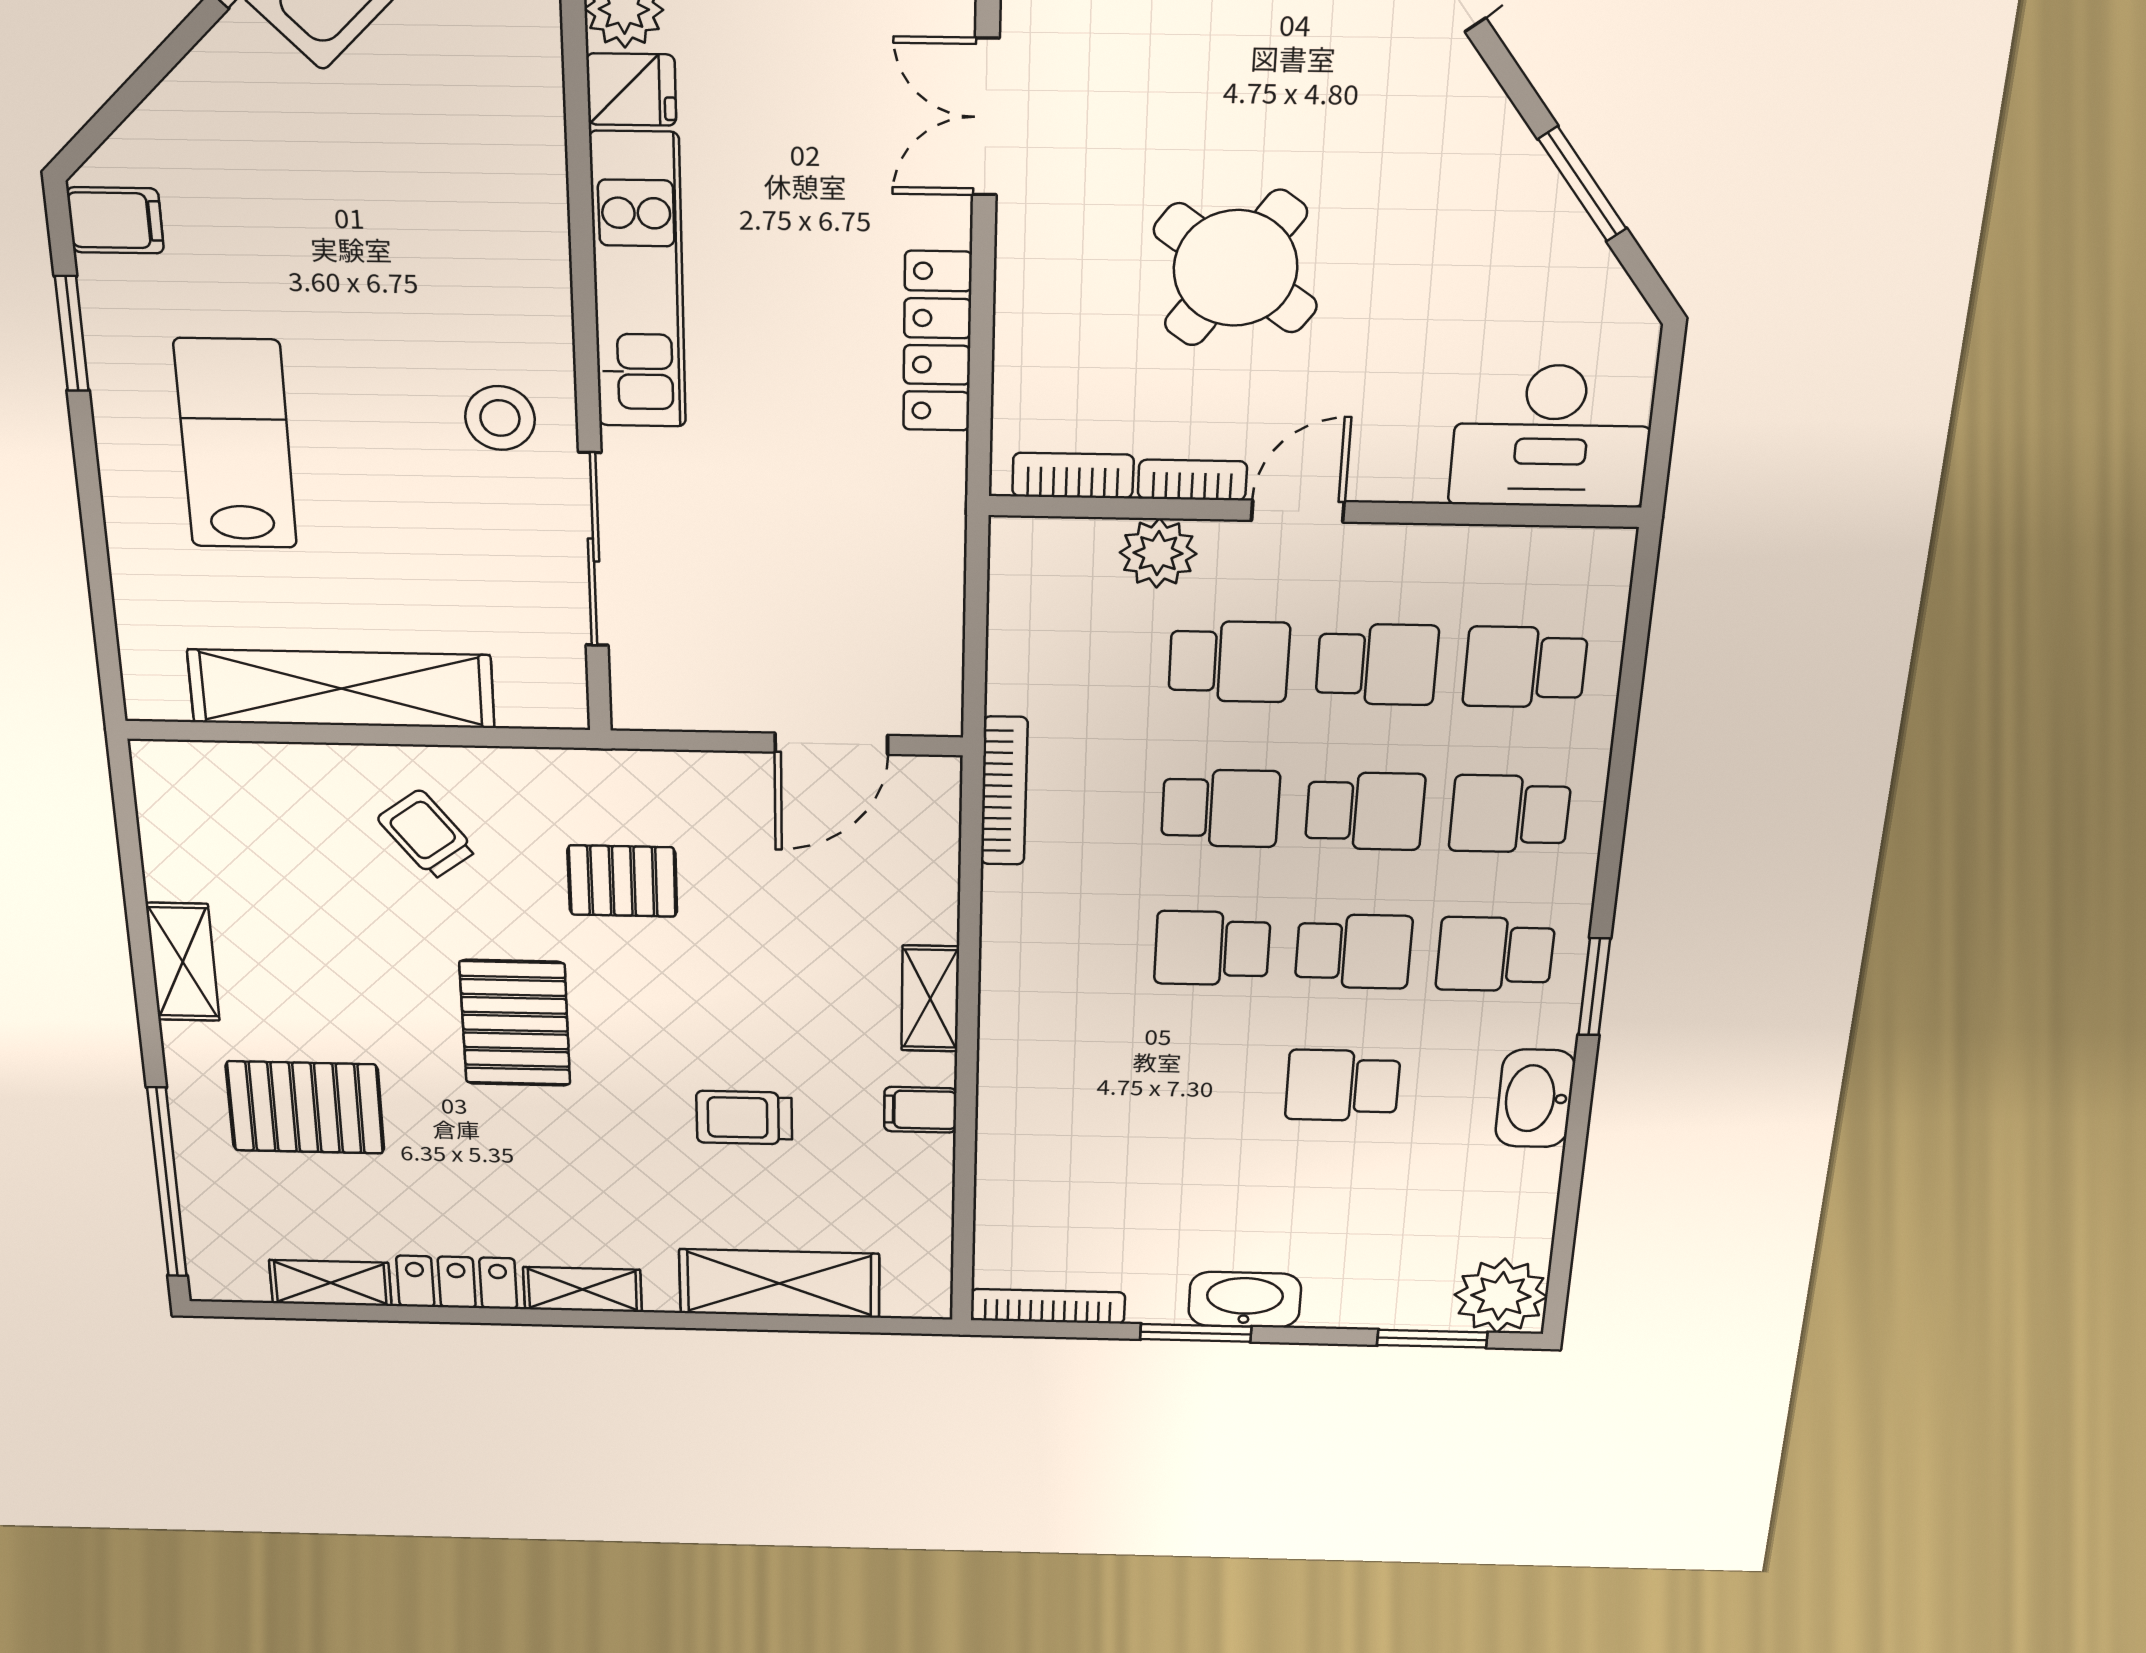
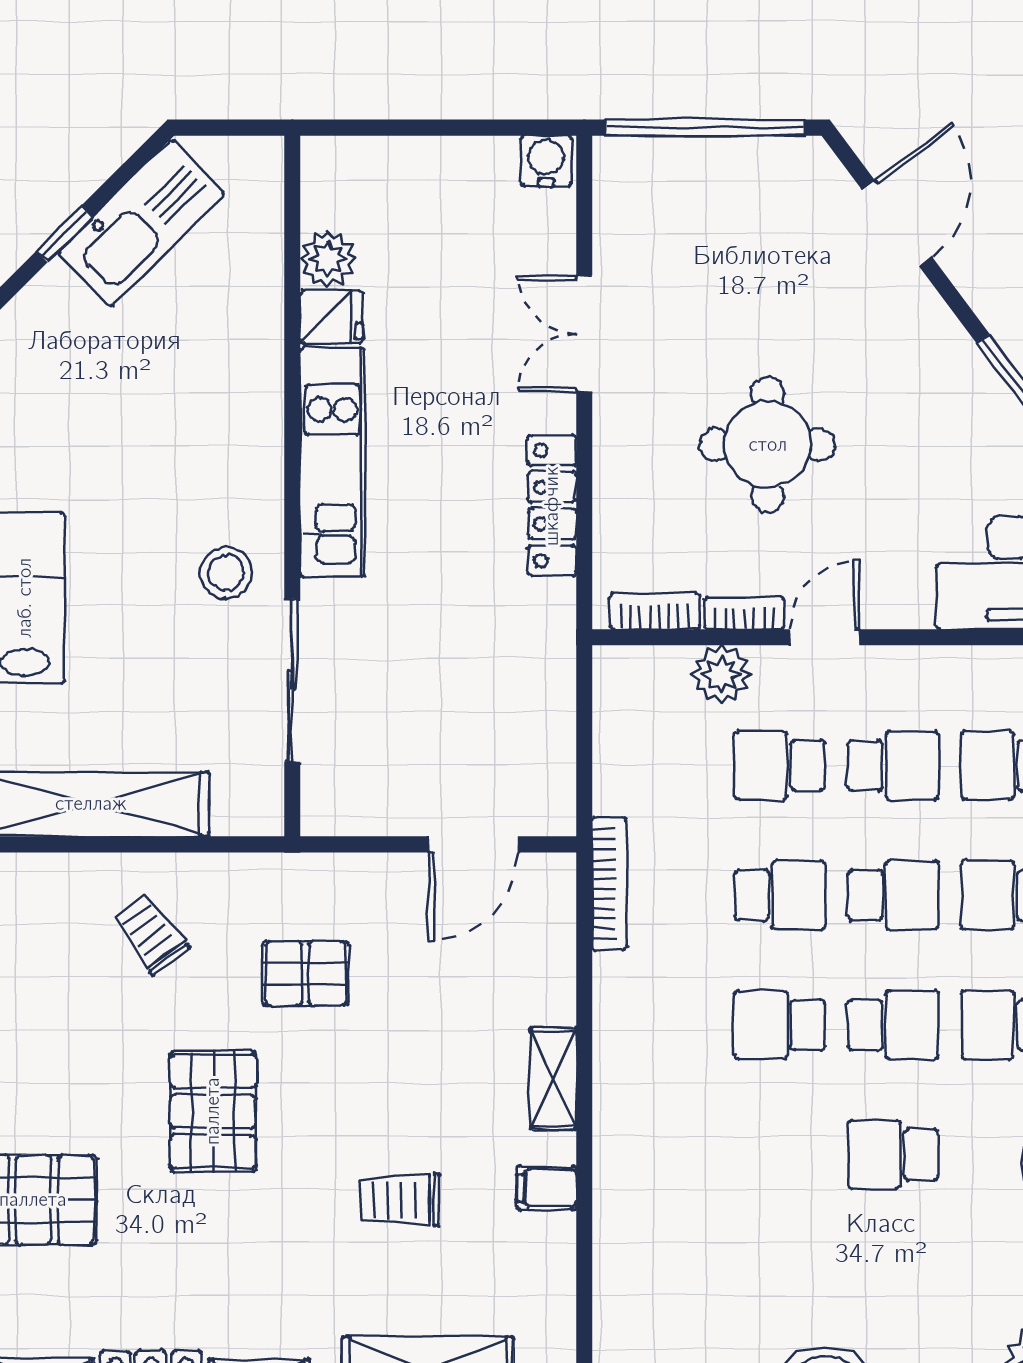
round table: (1236, 268) -> (768, 445), turned -36
school desk: (1229, 662) -> (780, 765), turned 180

